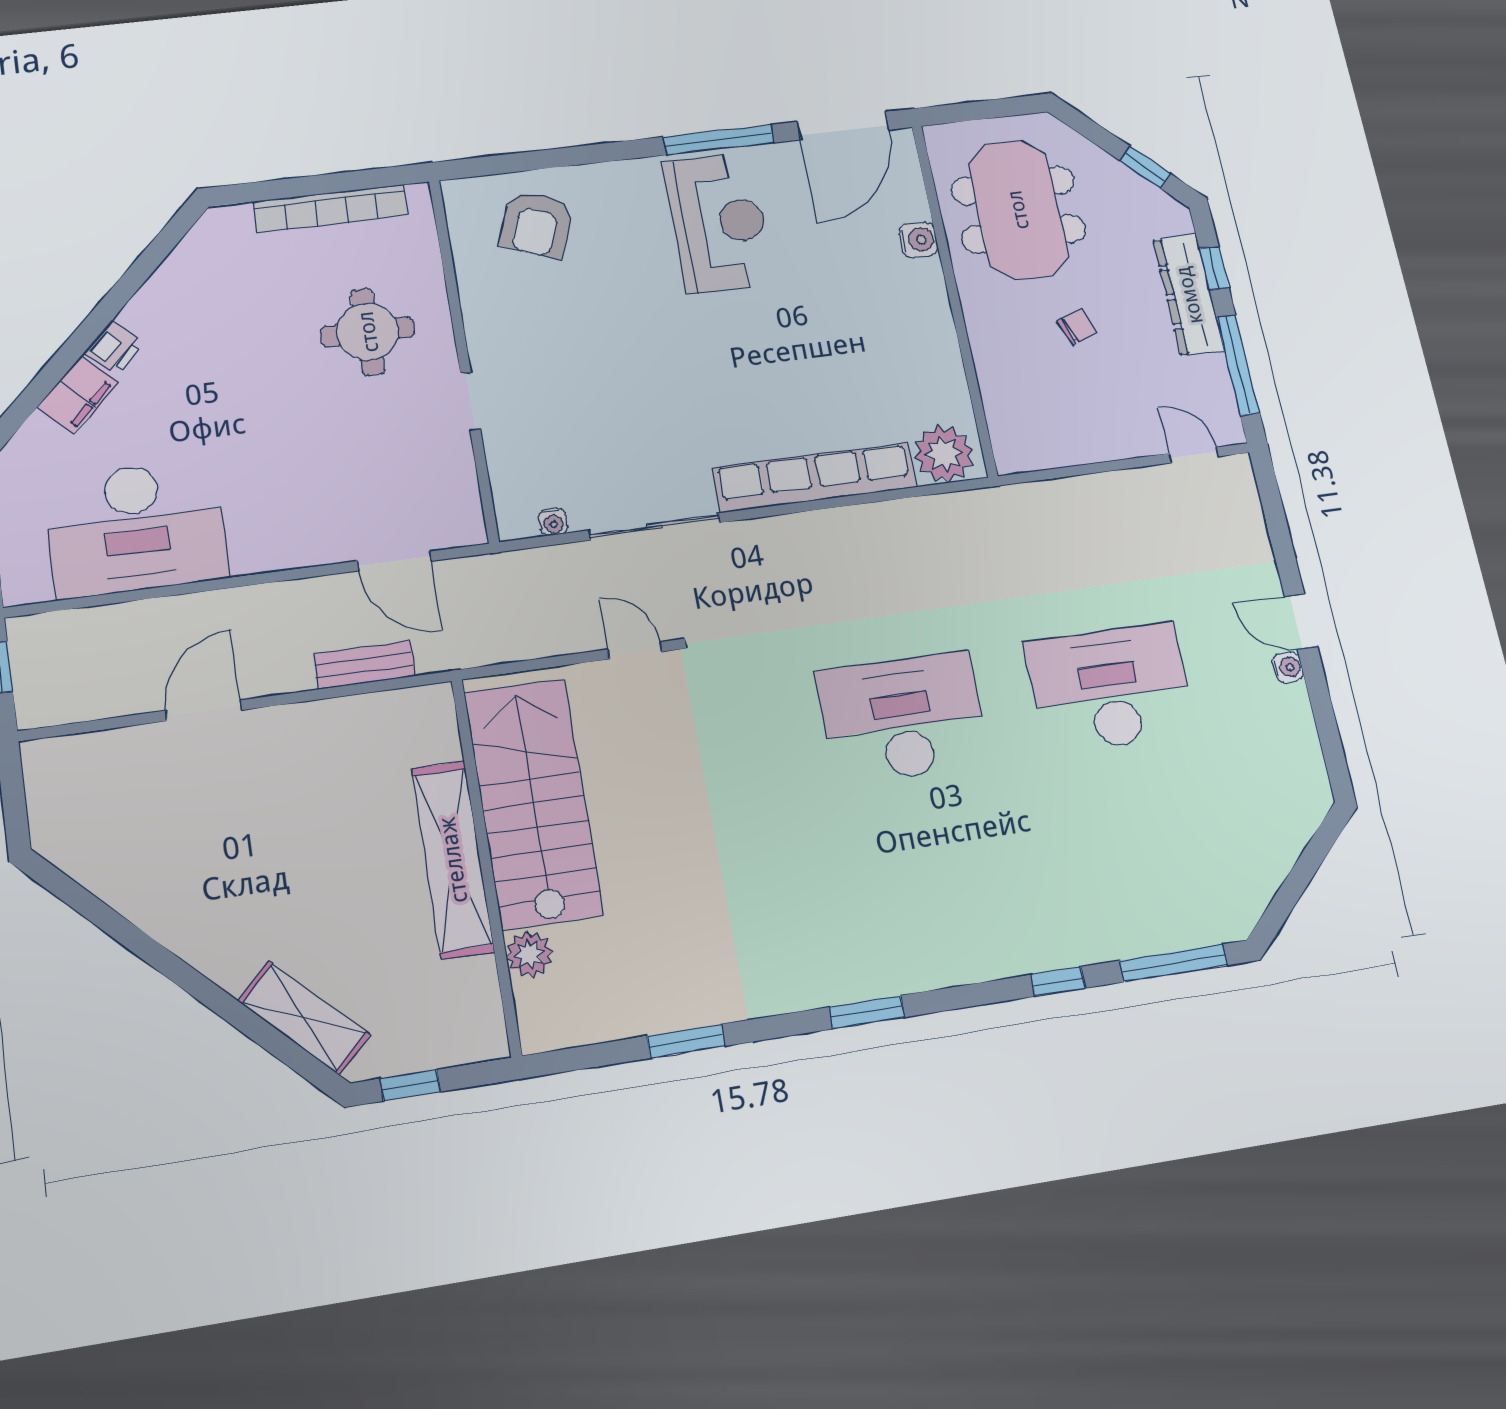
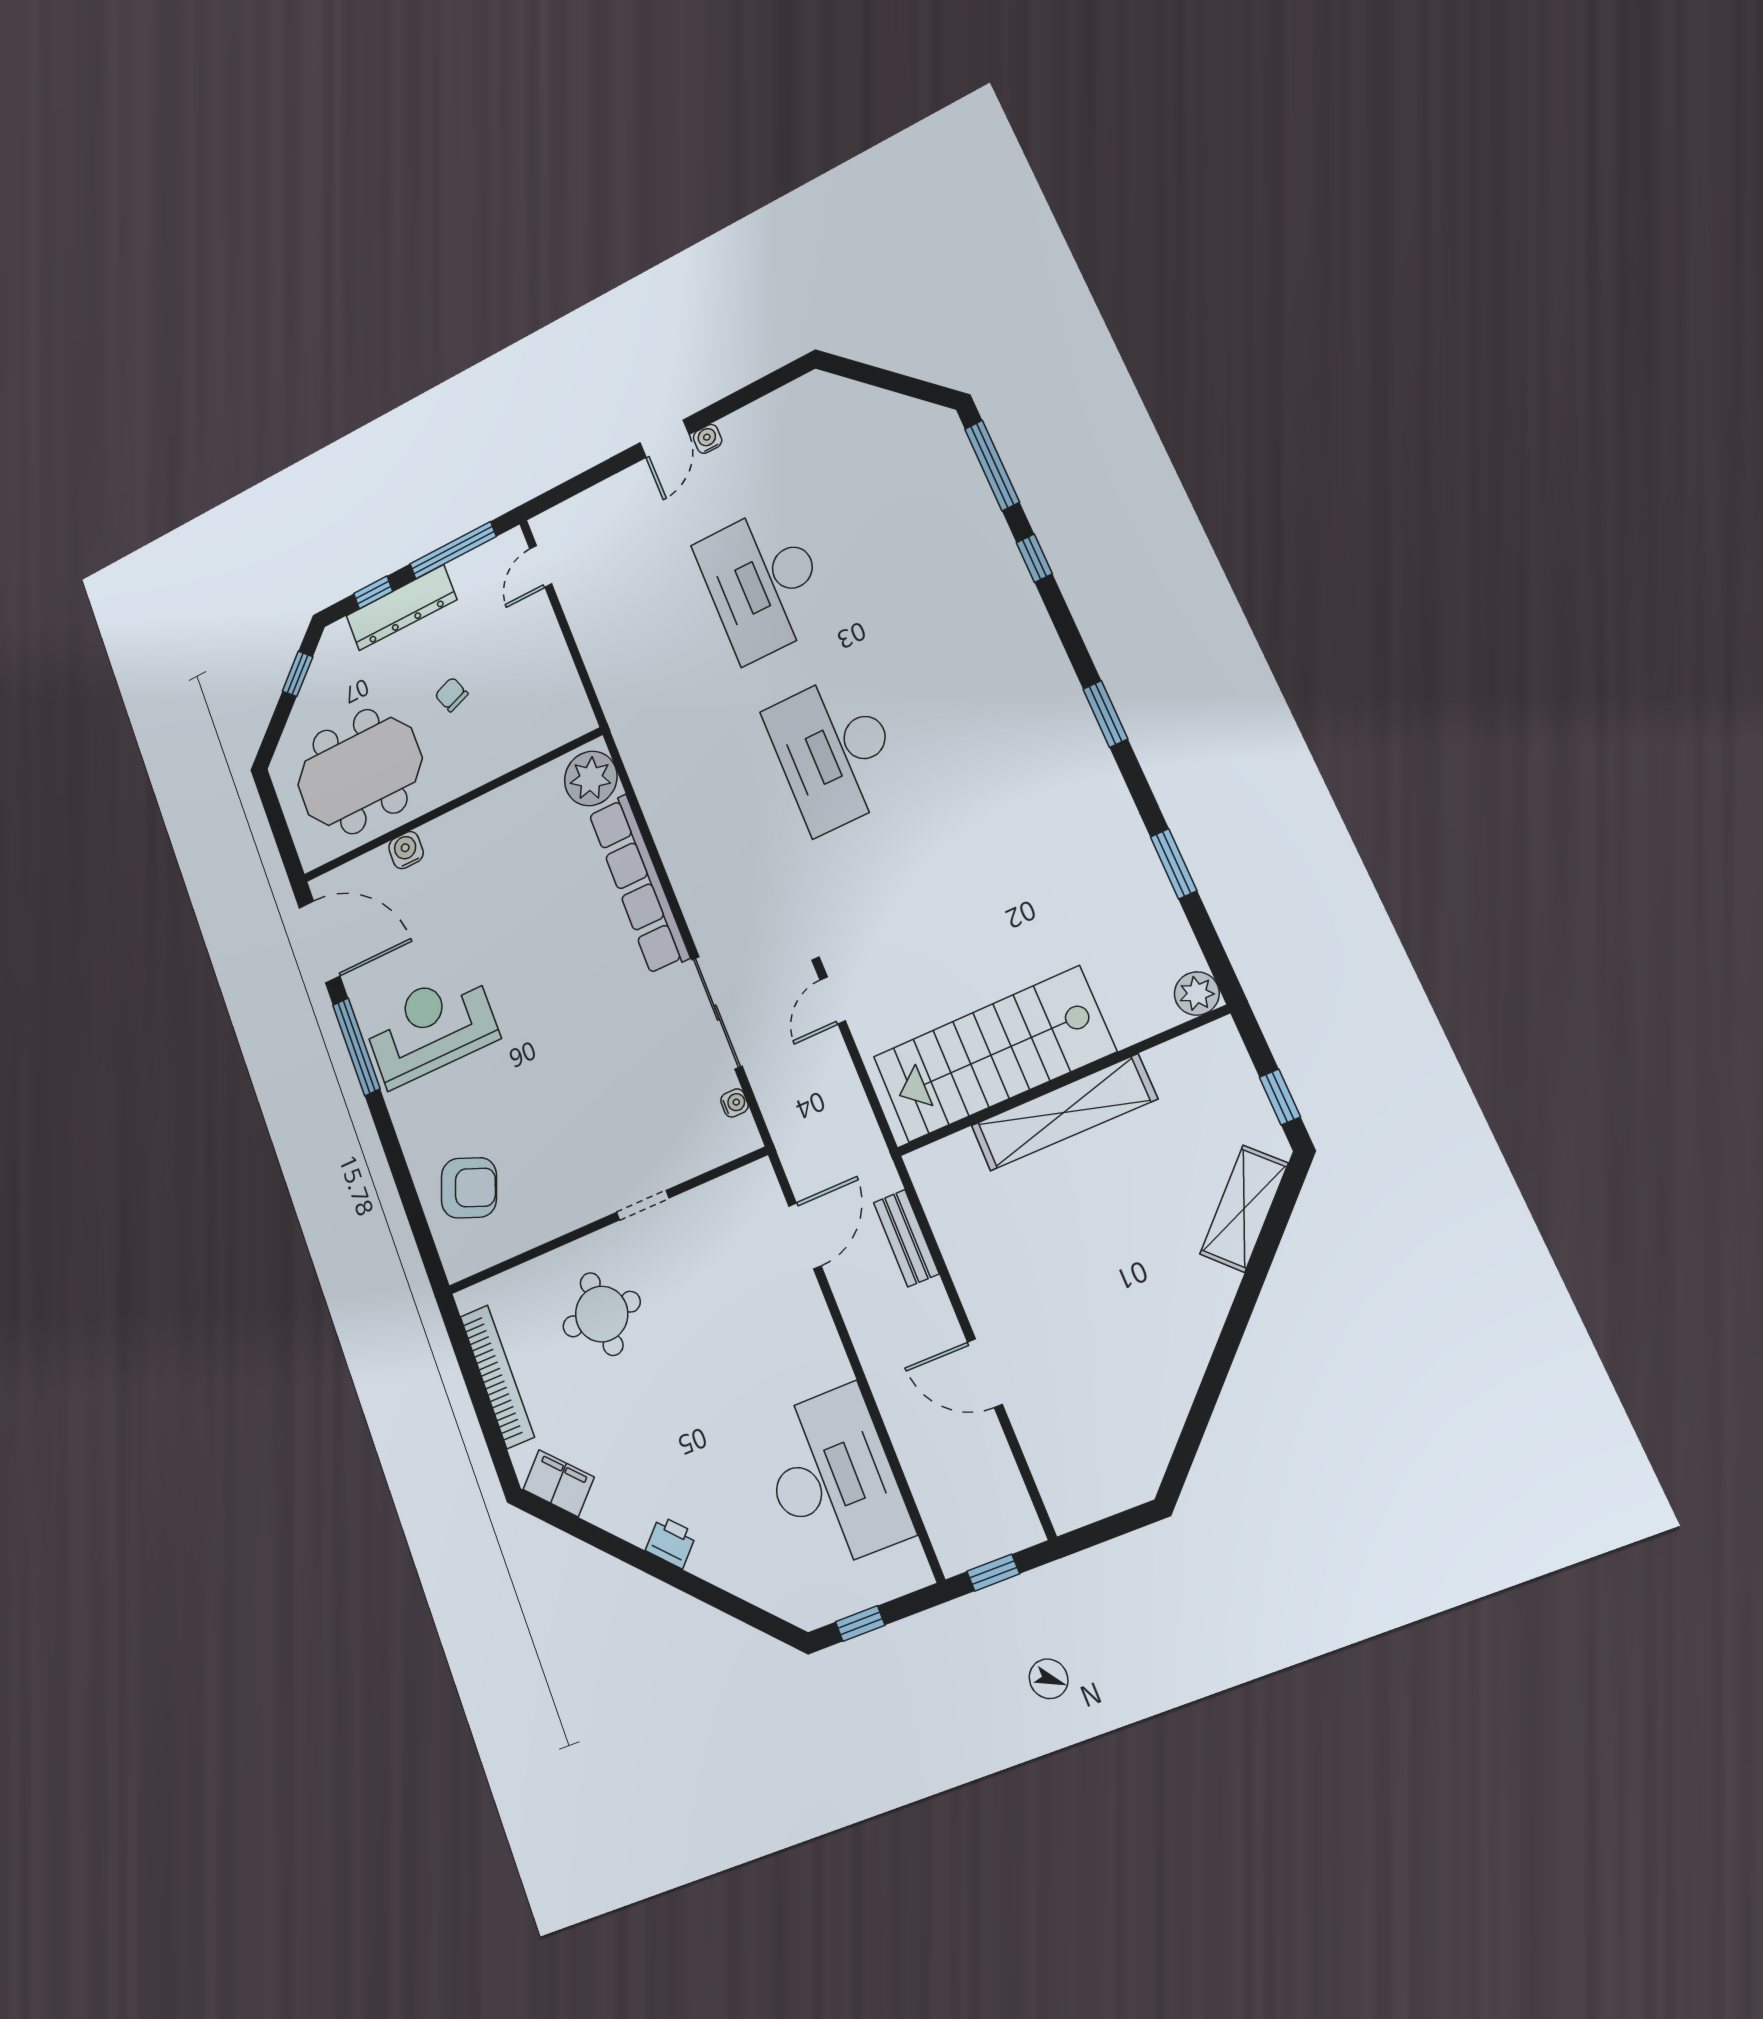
filing cabinet: (78, 395) -> (559, 1483), moved
plant: (529, 954) -> (1197, 994), moved

